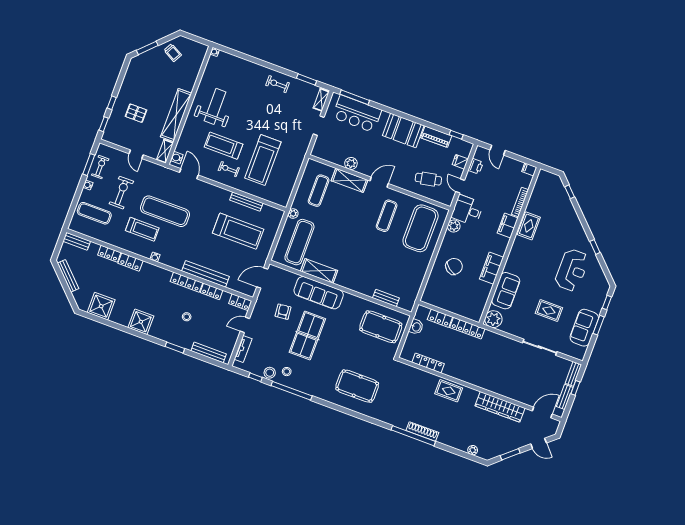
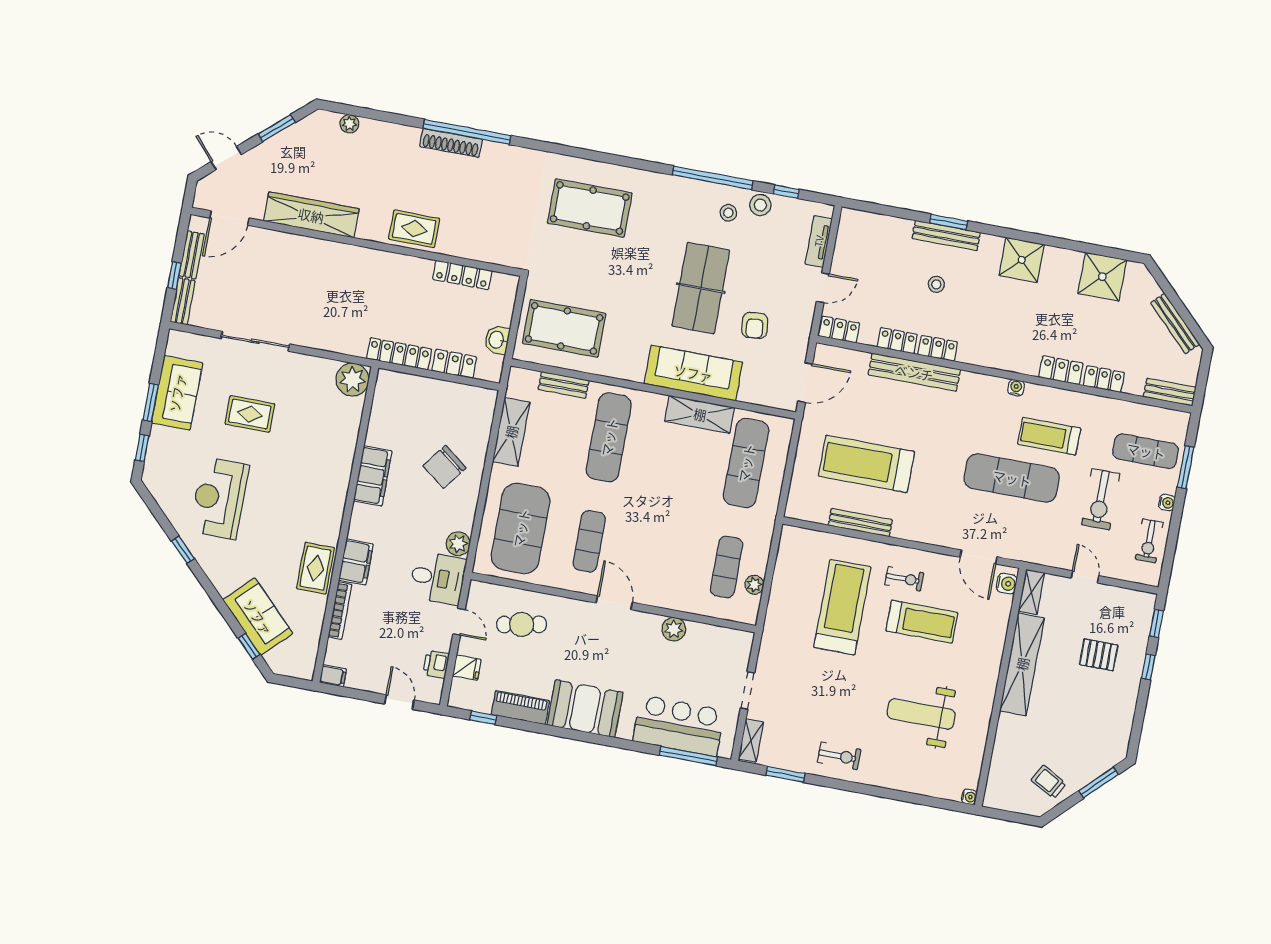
weight bench: (215, 106) -> (921, 714), moved, turned 90
window: (89, 165) -> (1186, 467), moved
shelving: (350, 180) -> (511, 432), moved, turned 90
door: (379, 182) -> (614, 603), swing flipped
plant: (293, 214) -> (754, 585), moved
exercise mat: (367, 267) -> (609, 437), added
locker: (186, 282) -> (938, 348), width x0.66
sofa: (506, 291) -> (258, 617), moved, turned 135
bench: (209, 352) -> (946, 235), moved

